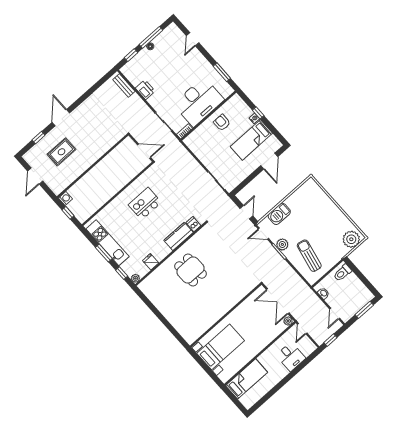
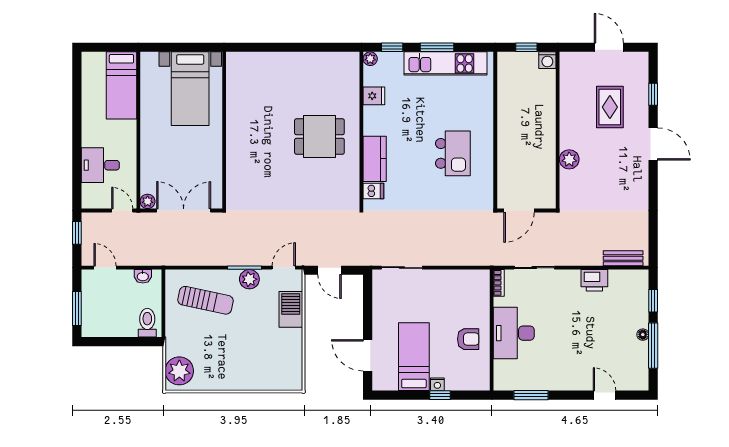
desk: (199, 102) -> (514, 333), width x0.73, depth x0.77
plant: (101, 149) -> (569, 159), added

